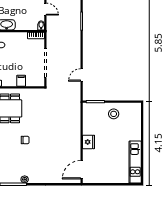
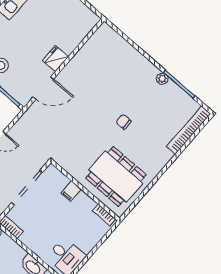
door: (82, 170) -> (43, 88), moved

